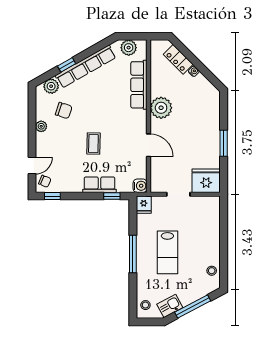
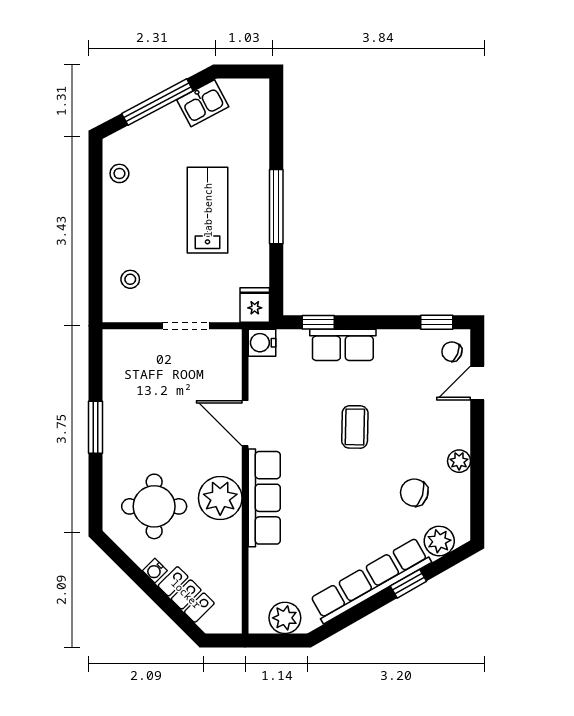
row of seats: (139, 85) -> (264, 498), moved
round table: (194, 104) -> (154, 506), added
fridge: (206, 181) -> (130, 353), removed
stool: (145, 305) -> (130, 279), moved

